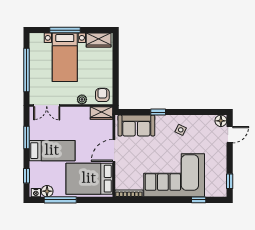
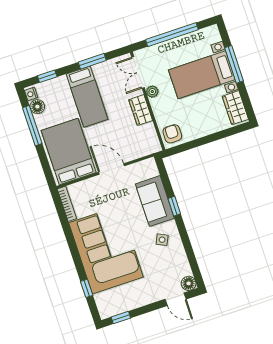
armchair: (102, 95) -> (172, 134), turned -90
plant: (82, 99) -> (152, 92), moved
wardrobe: (102, 113) -> (141, 110), moved
sofa: (136, 126) -> (155, 201), moved

